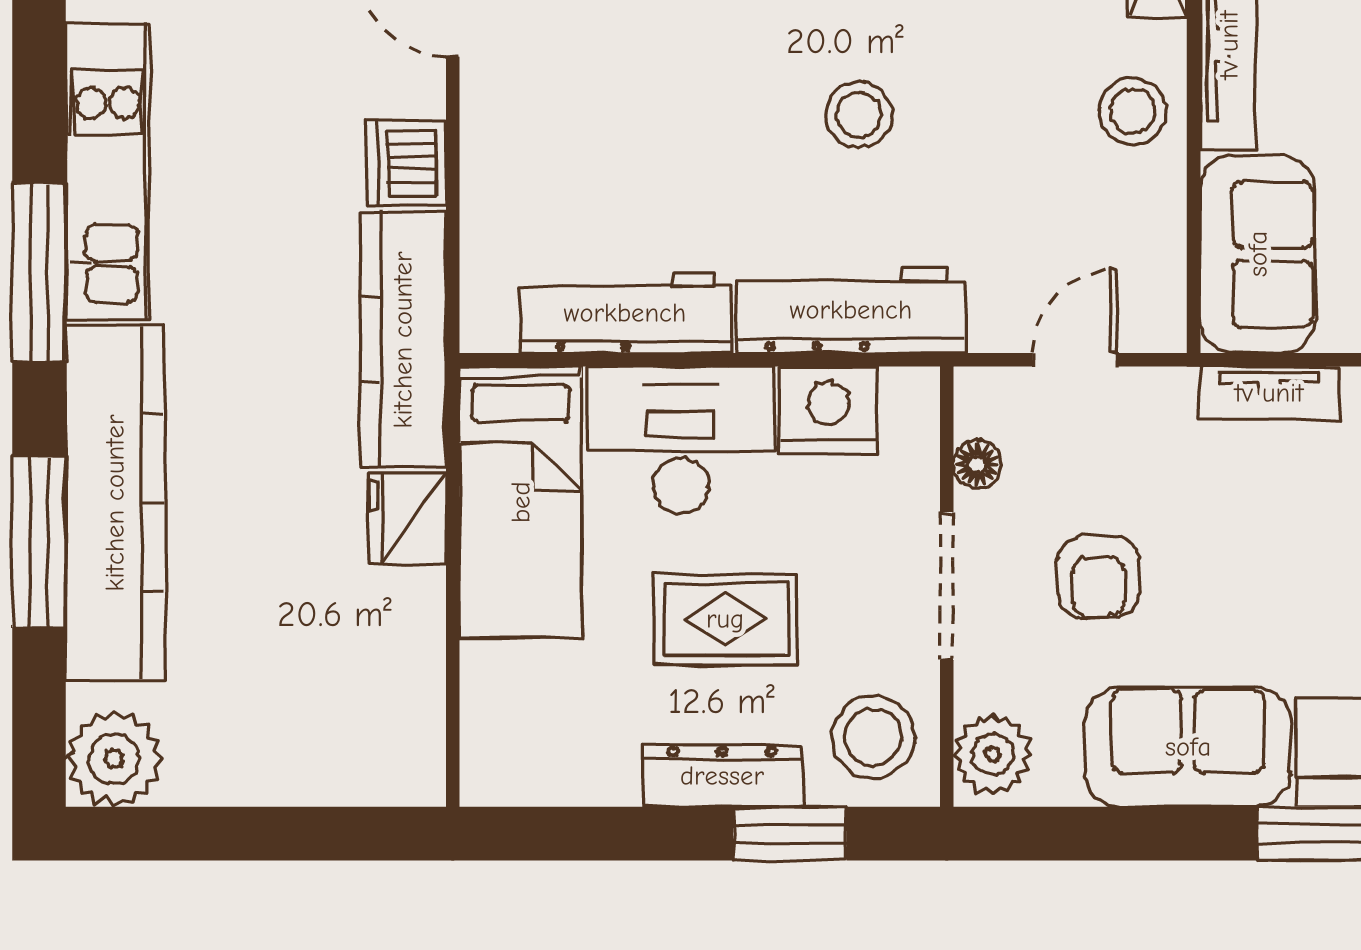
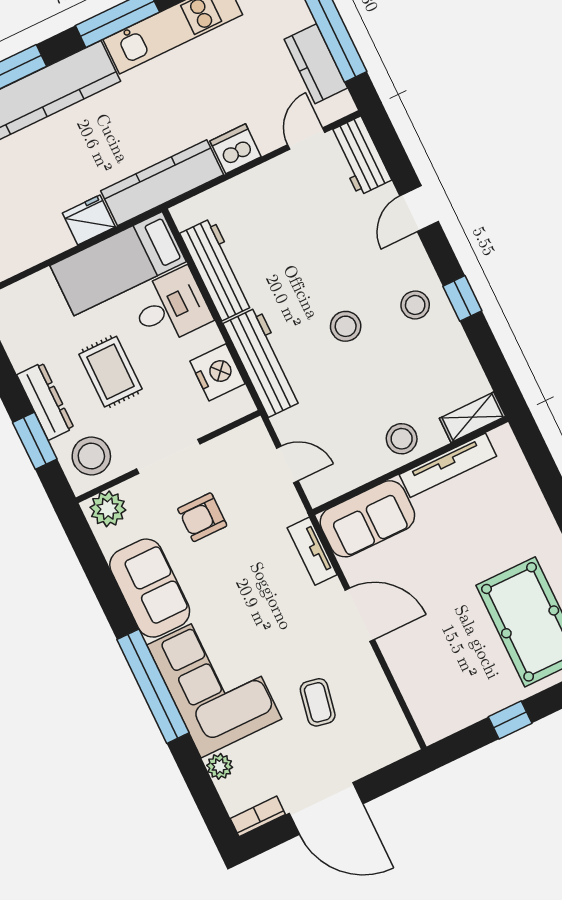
desk: (681, 440) -> (171, 307), width x0.73
floor lamp: (977, 464) -> (225, 445), removed

